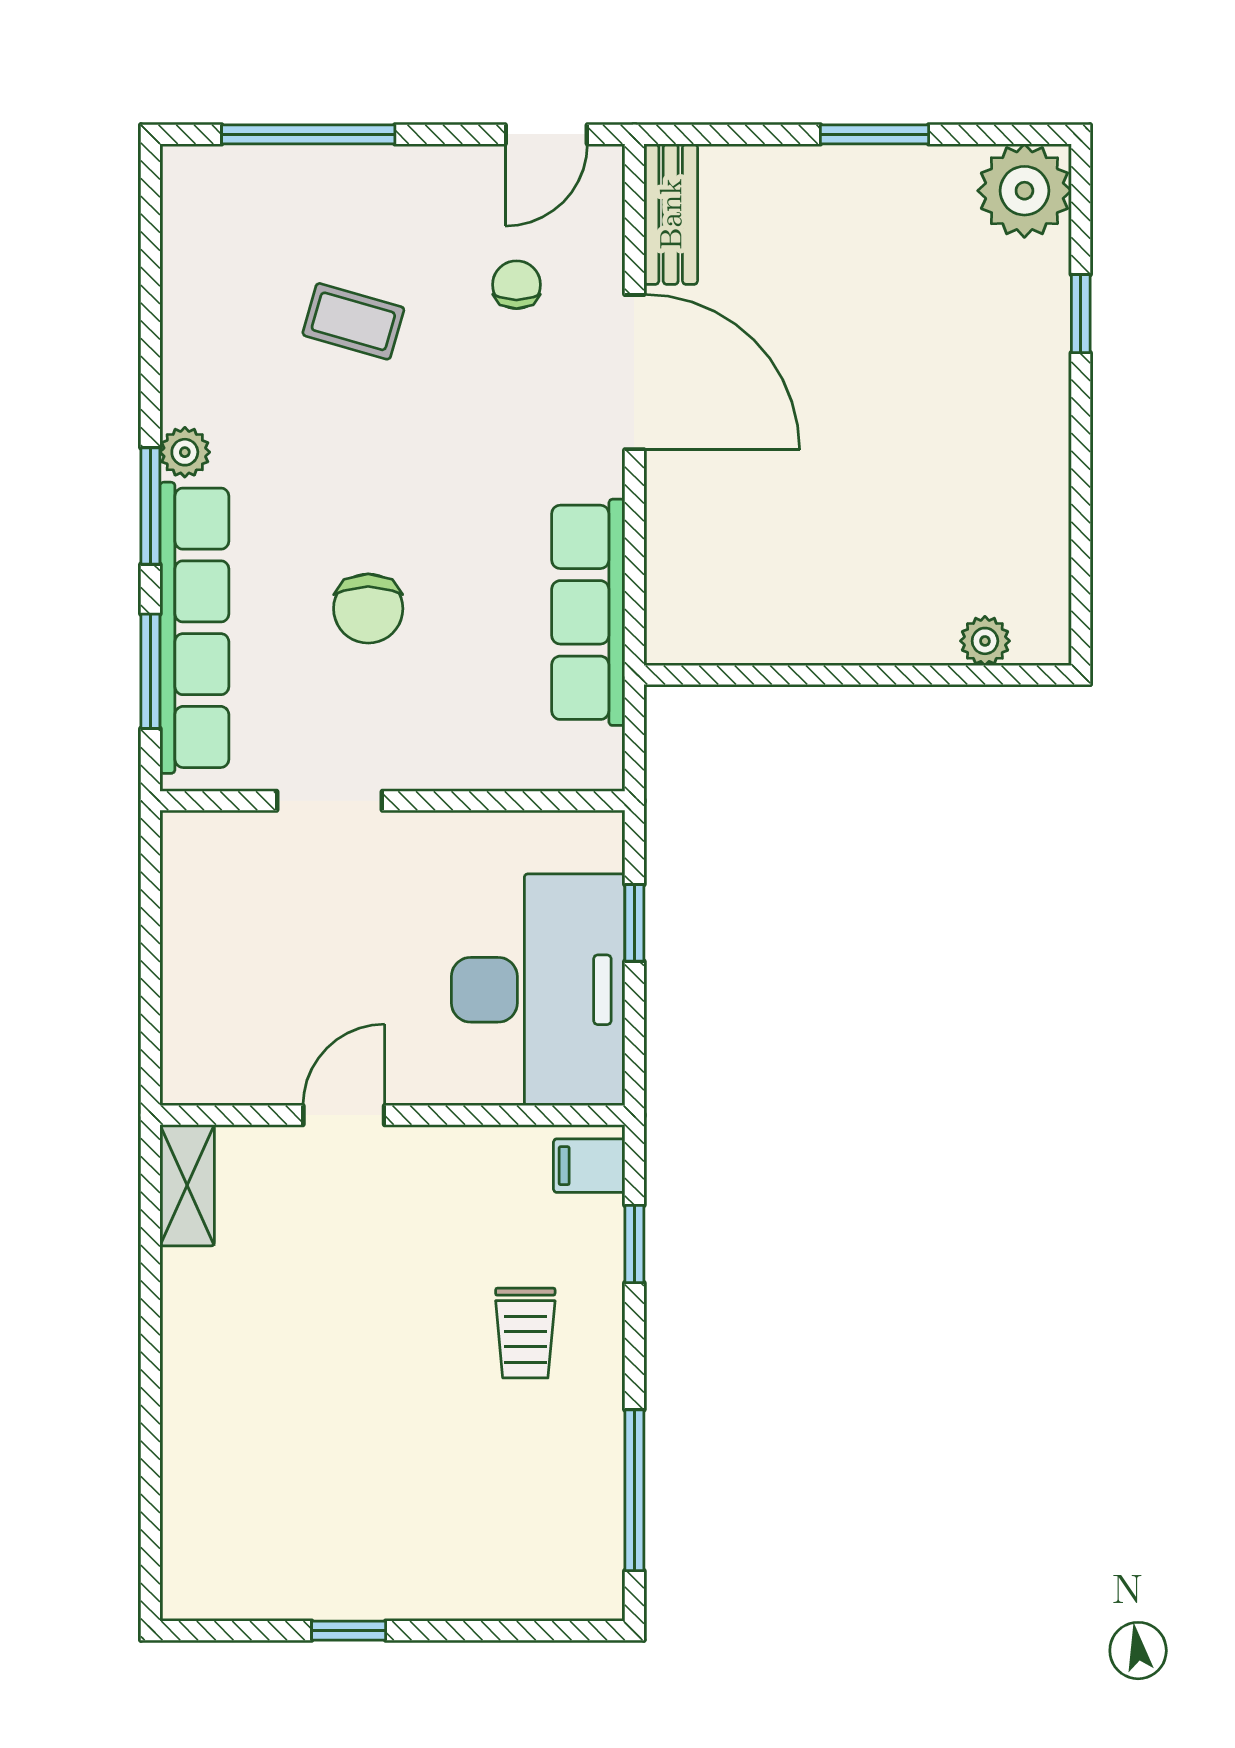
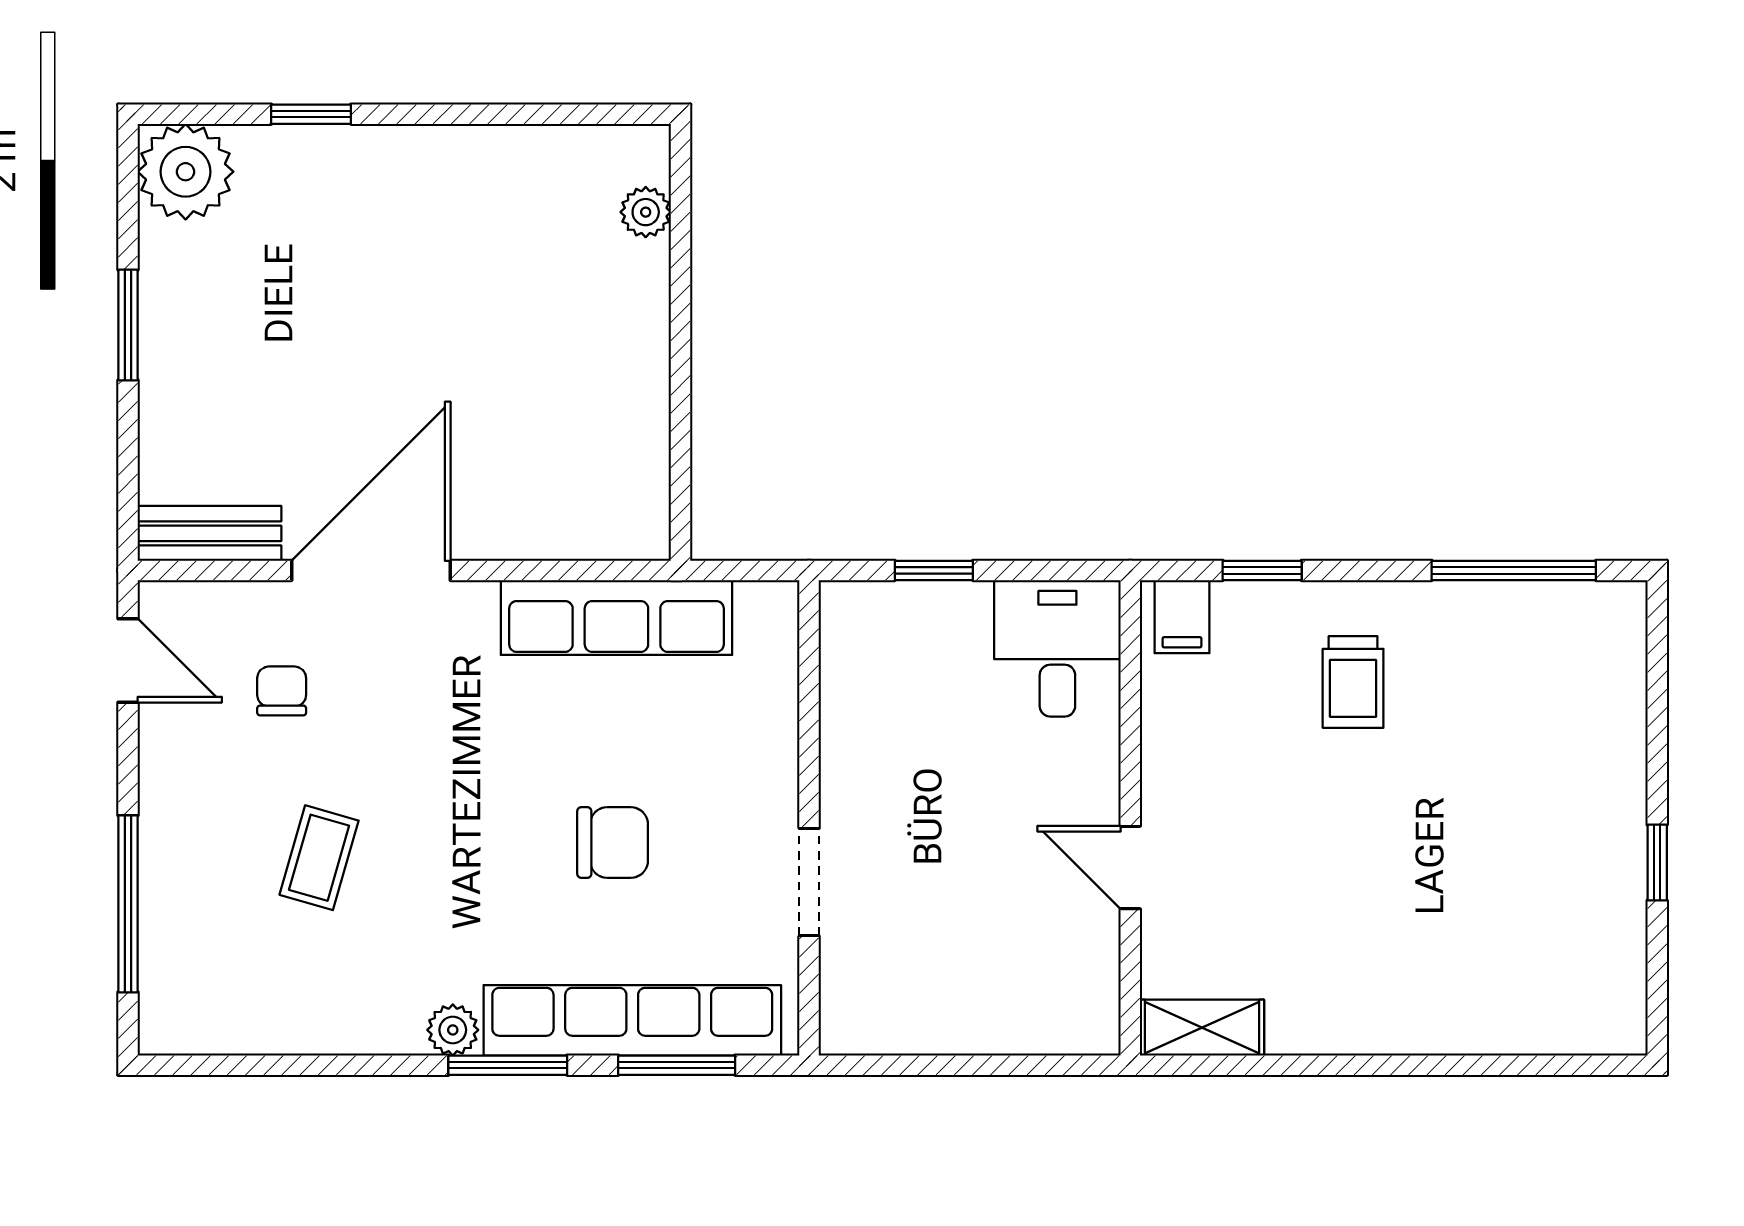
chair: (516, 285) -> (282, 691), turned 90
desk: (538, 990) -> (1057, 648), width x0.53, depth x0.77
trolley: (525, 1333) -> (1353, 682), turned 90

